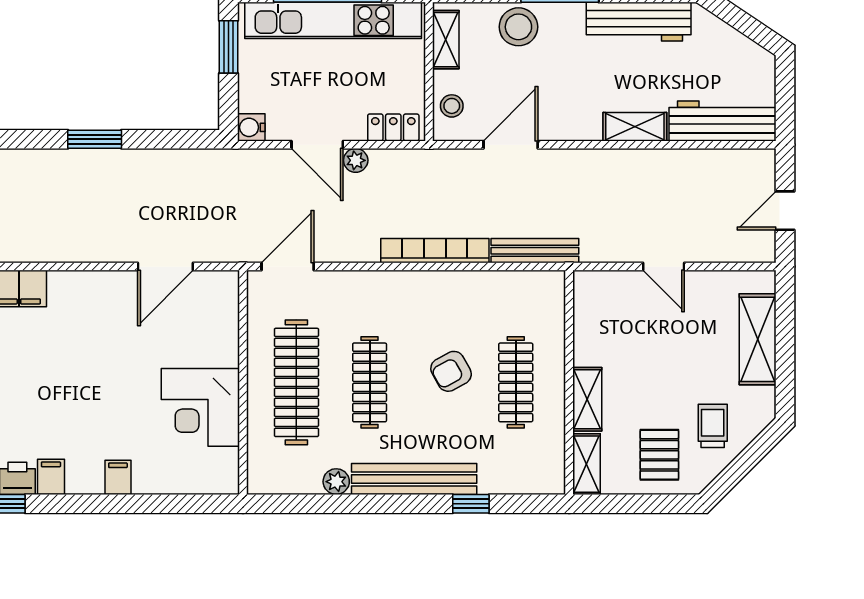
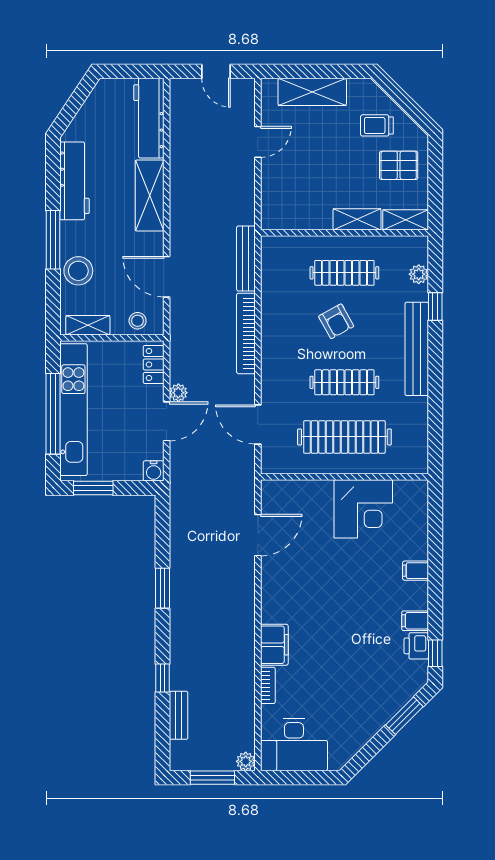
shelving: (635, 127) -> (150, 196), width x1.50, depth x1.33
door: (165, 267) -> (258, 535), hinge flipped
door: (288, 267) -> (258, 424), moved
door: (664, 267) -> (258, 142), moved
plant: (336, 482) -> (419, 274), moved

